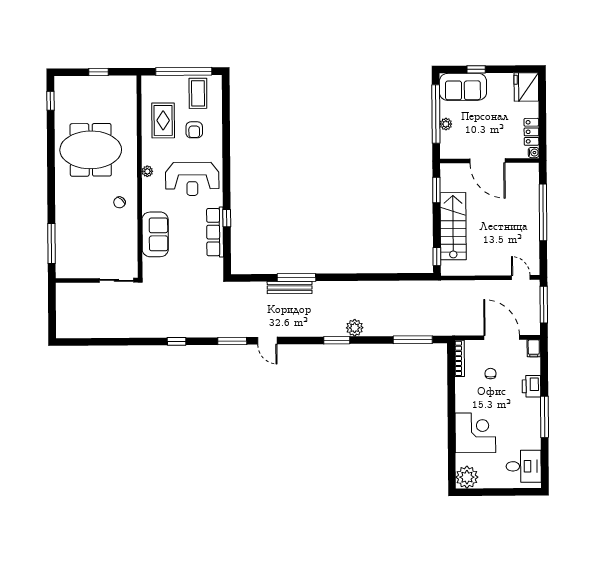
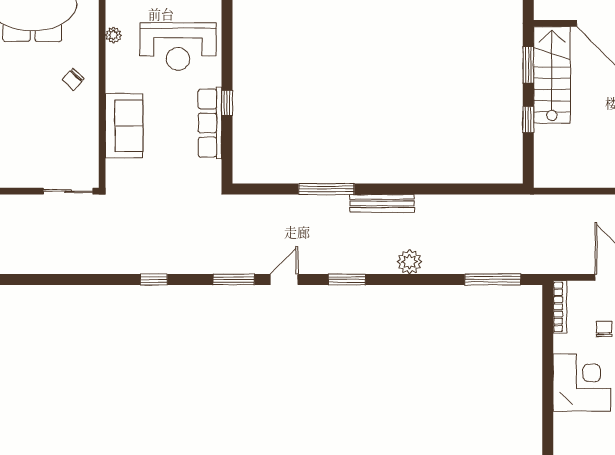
stairs: (453, 226) -> (552, 75), moved
window: (437, 256) -> (528, 119), moved
bench: (290, 288) -> (382, 203), moved
window: (337, 340) -> (347, 279), moved
door: (267, 341) -> (284, 279), swing flipped
corner desk: (475, 433) -> (582, 383), moved

